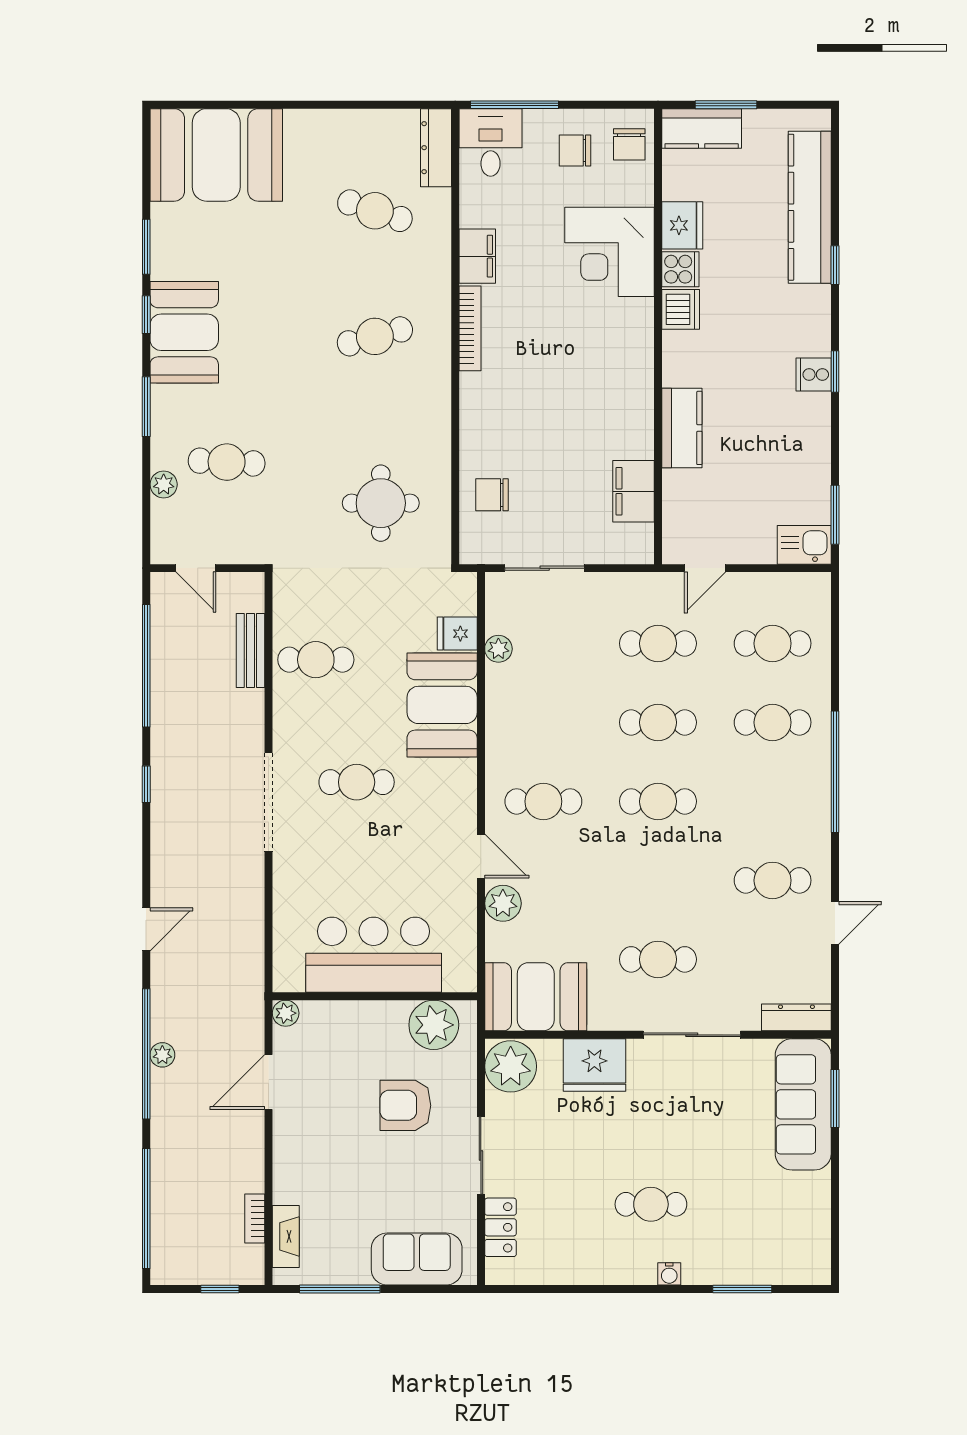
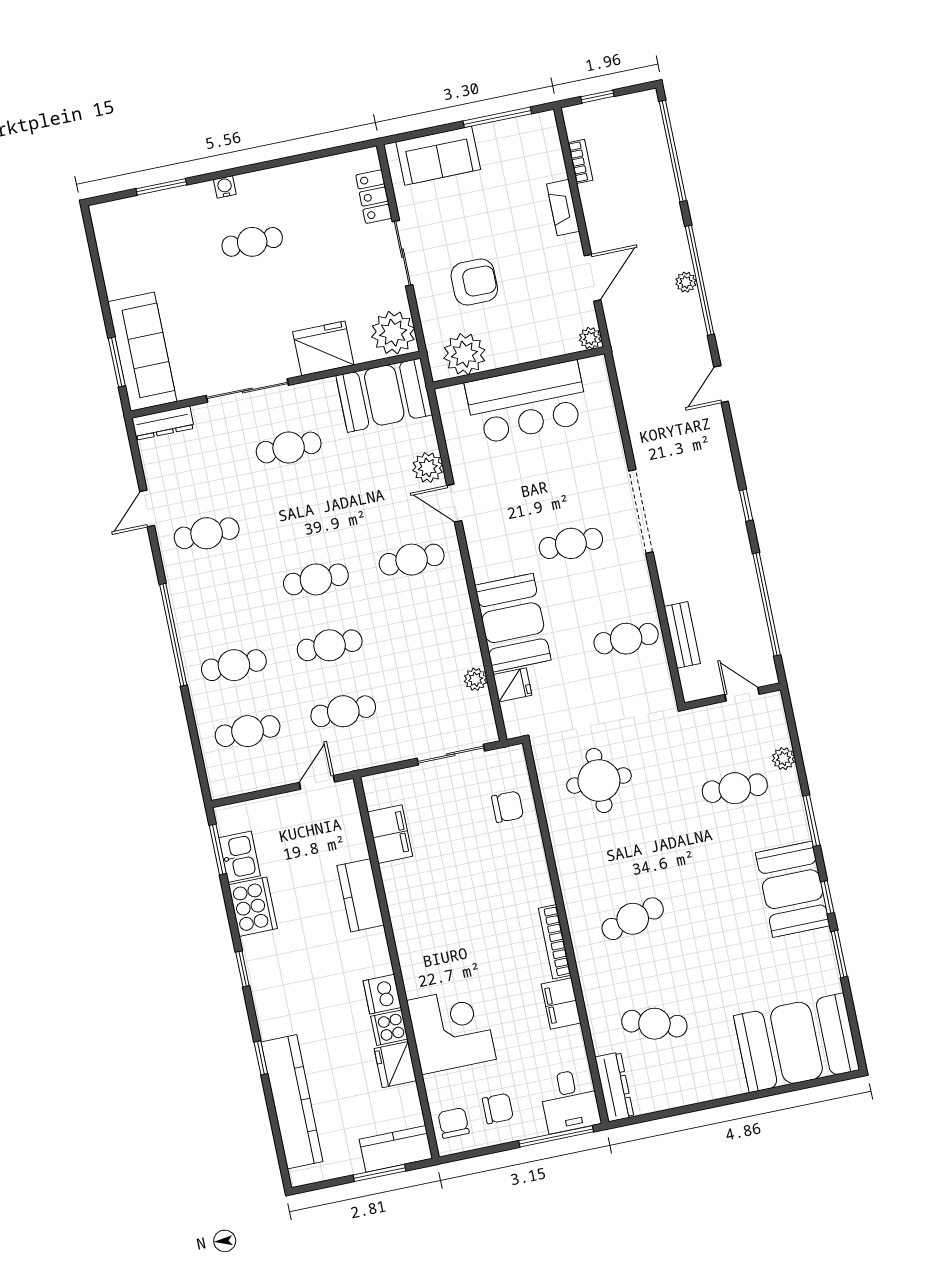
cooker: (814, 375) -> (253, 907), moved, width x1.87, depth x1.31
kitchen sink: (804, 545) -> (240, 857), moved, turned -90
fireplace: (286, 1236) -> (563, 208), moved

